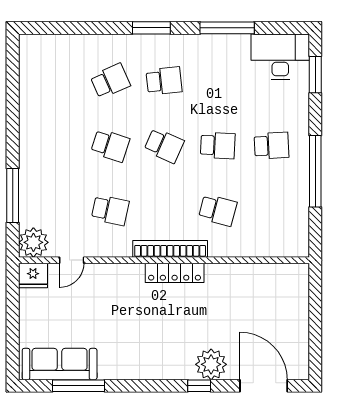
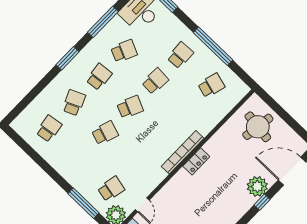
school desk: (56, 81) -> (49, 129), added
school desk: (218, 81) -> (124, 51), added
school desk: (110, 210) -> (111, 189), moved
school desk: (218, 210) -> (211, 85), moved
locker: (175, 273) -> (196, 161), width x0.66
round table: (275, 303) -> (258, 127), added

